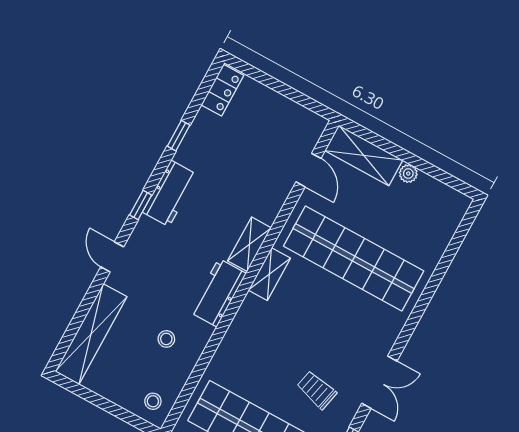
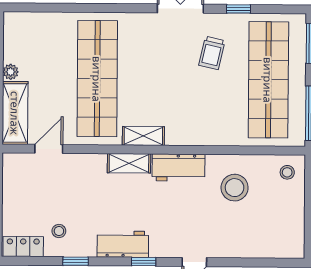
stool: (219, 135) -> (59, 231), added
shelving: (91, 334) -> (262, 247), removed
stool: (166, 339) -> (235, 188), width x1.89, depth x1.89

